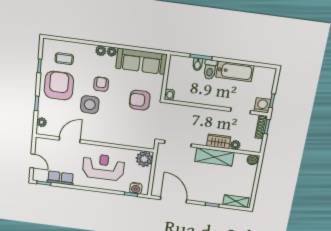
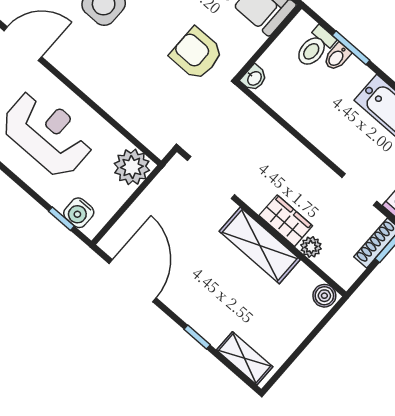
toilet: (210, 70) -> (315, 47), moved

